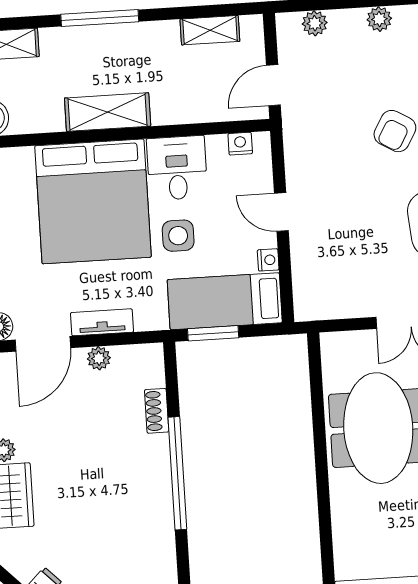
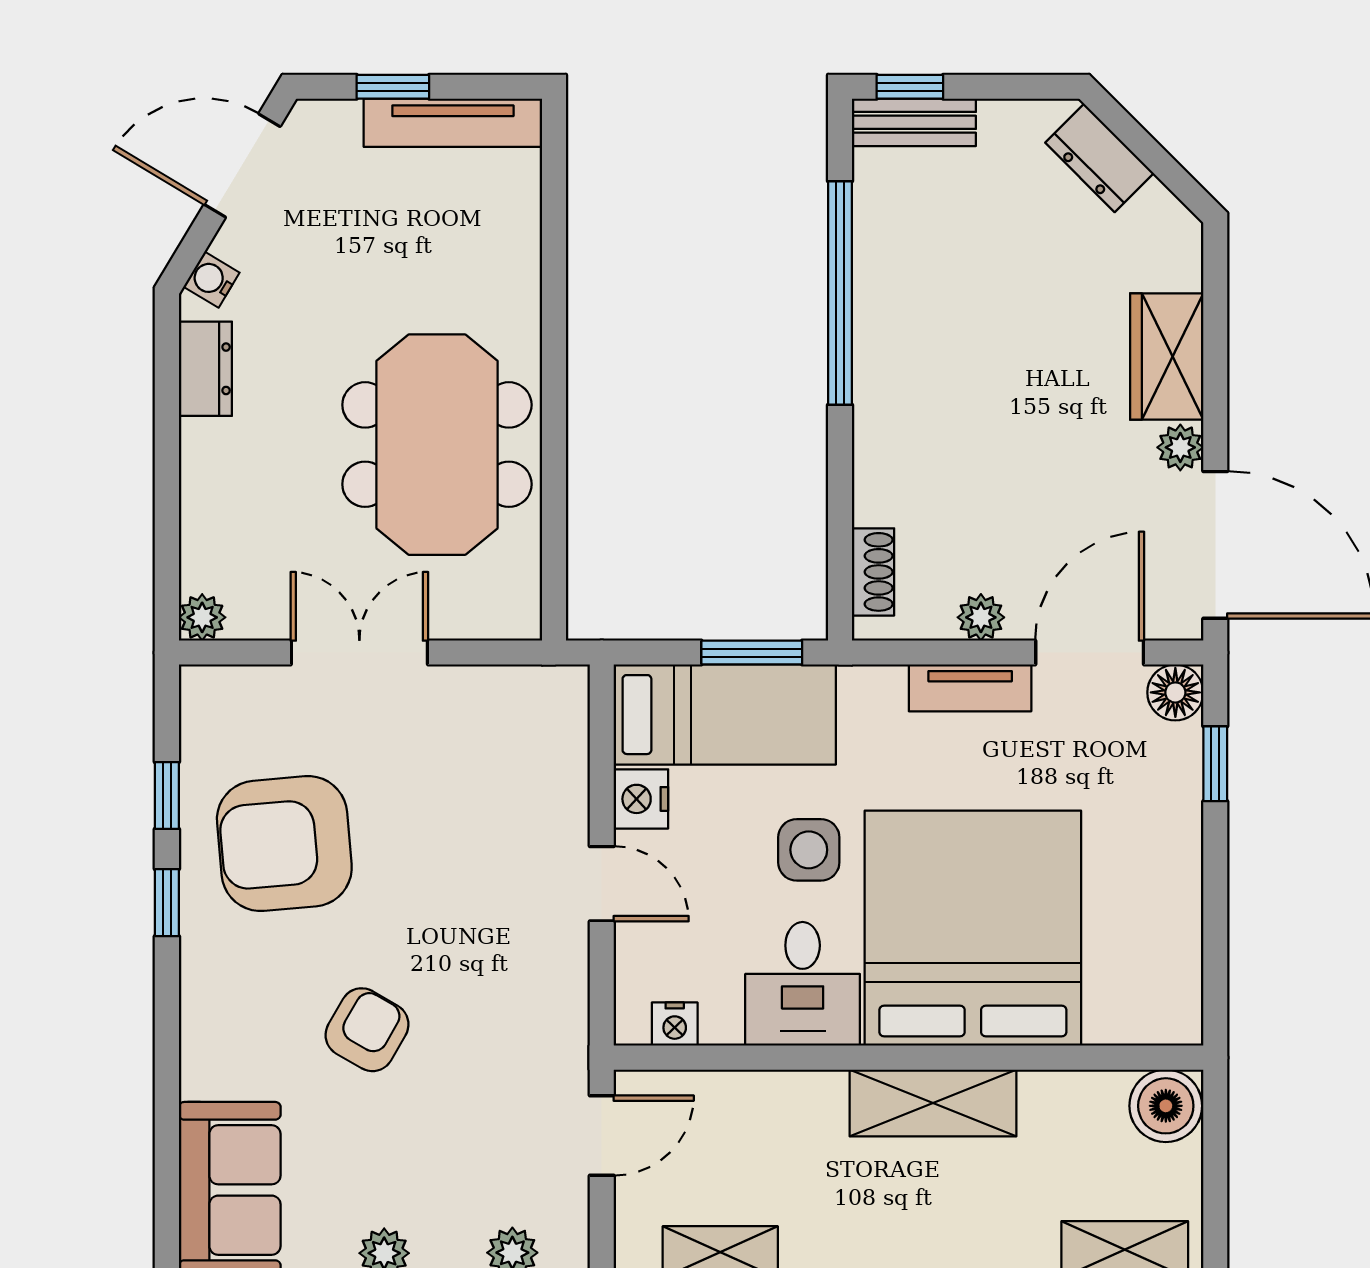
nightstand: (268, 260) -> (641, 799), width x1.39, depth x1.35
shoe rack: (157, 411) -> (873, 572), moved
window: (177, 473) -> (840, 293), moved

